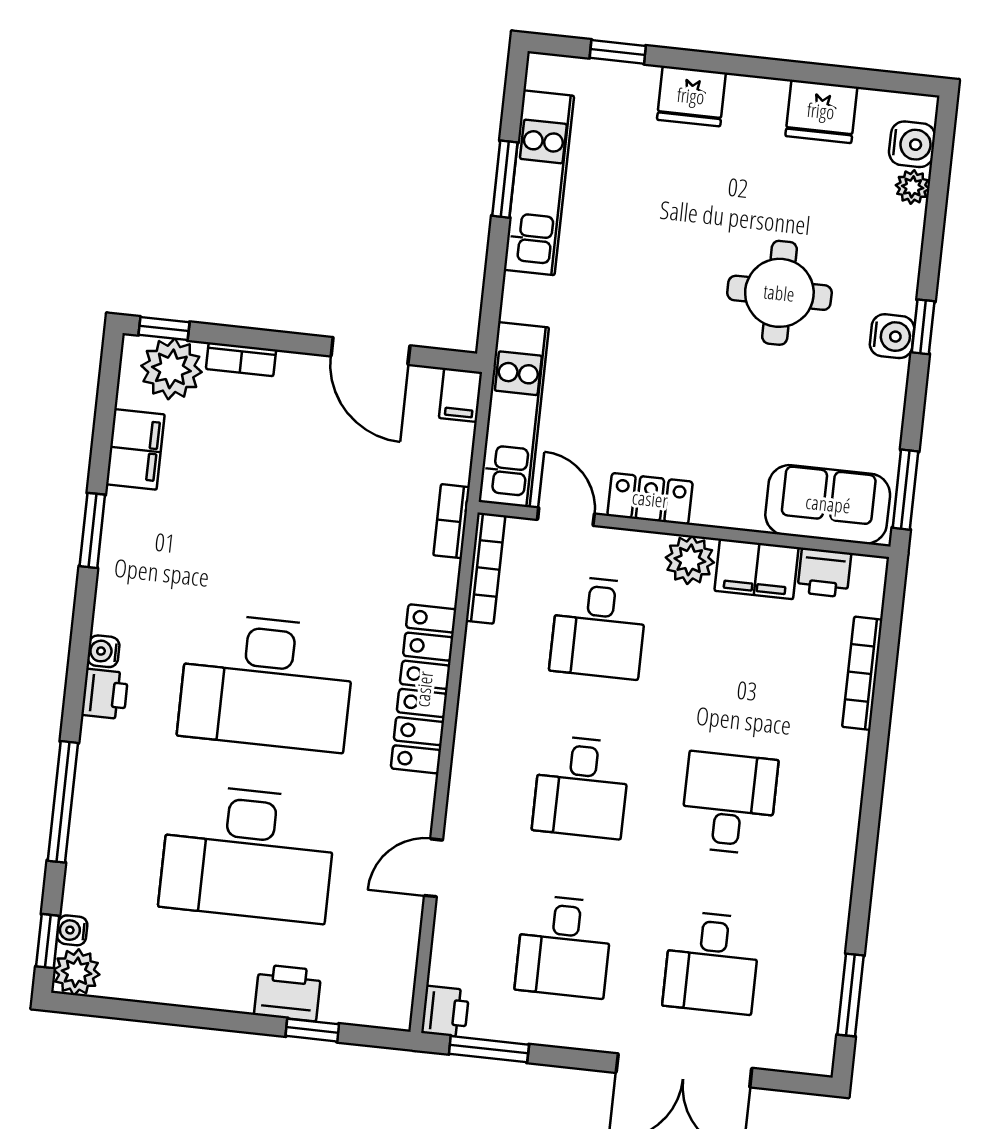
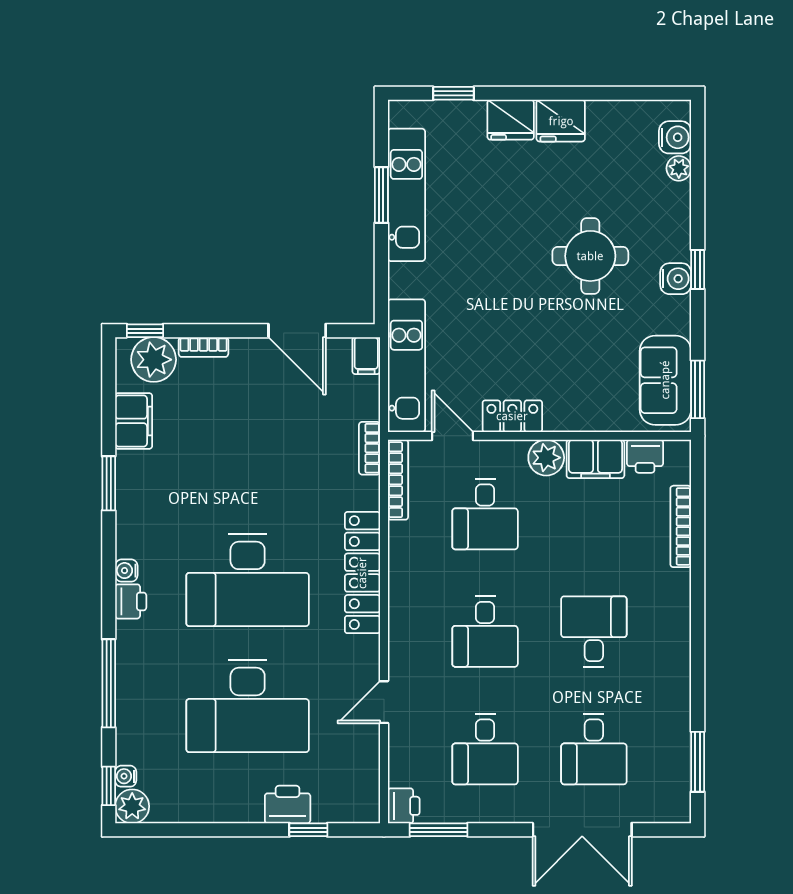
fridge: (821, 111) -> (561, 121), moved
sofa: (828, 504) -> (665, 380), moved, turned -90

